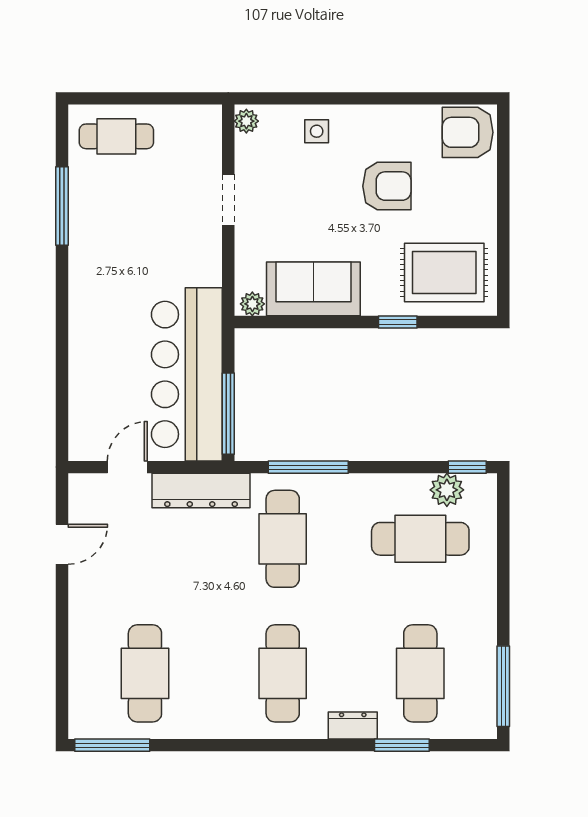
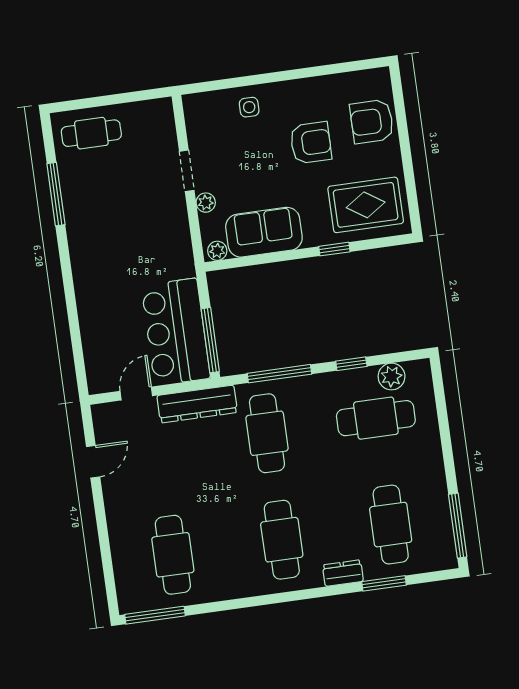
plant: (246, 121) -> (206, 203), moved
armchair: (468, 132) -> (372, 121), moved
bar counter: (187, 374) -> (176, 332), width x0.73
window: (467, 467) -> (351, 364), moved

